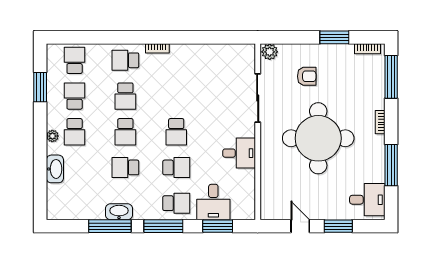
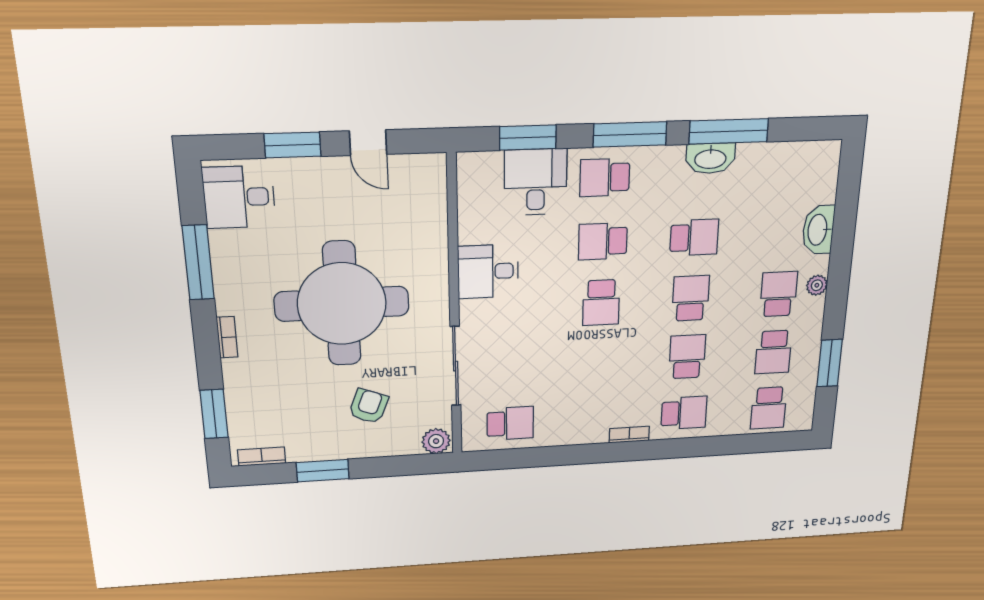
school desk: (227, 60) -> (510, 423), added
armchair: (307, 76) -> (369, 406), turned 111
window: (391, 77) -> (214, 414), width x0.69
school desk: (176, 132) -> (601, 303), turned 180

